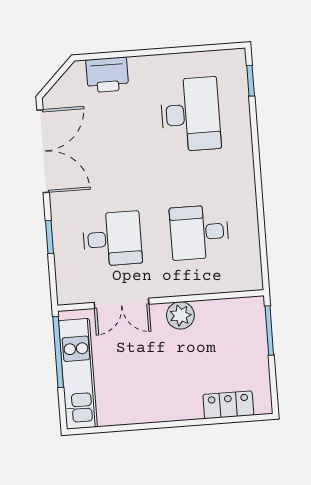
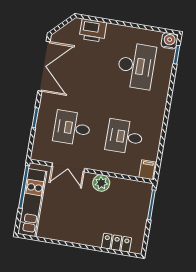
water cooler: (234, 61) -> (169, 41), added
desk: (112, 239) -> (72, 128), turned 180
filing cabinet: (249, 276) -> (147, 170), added

